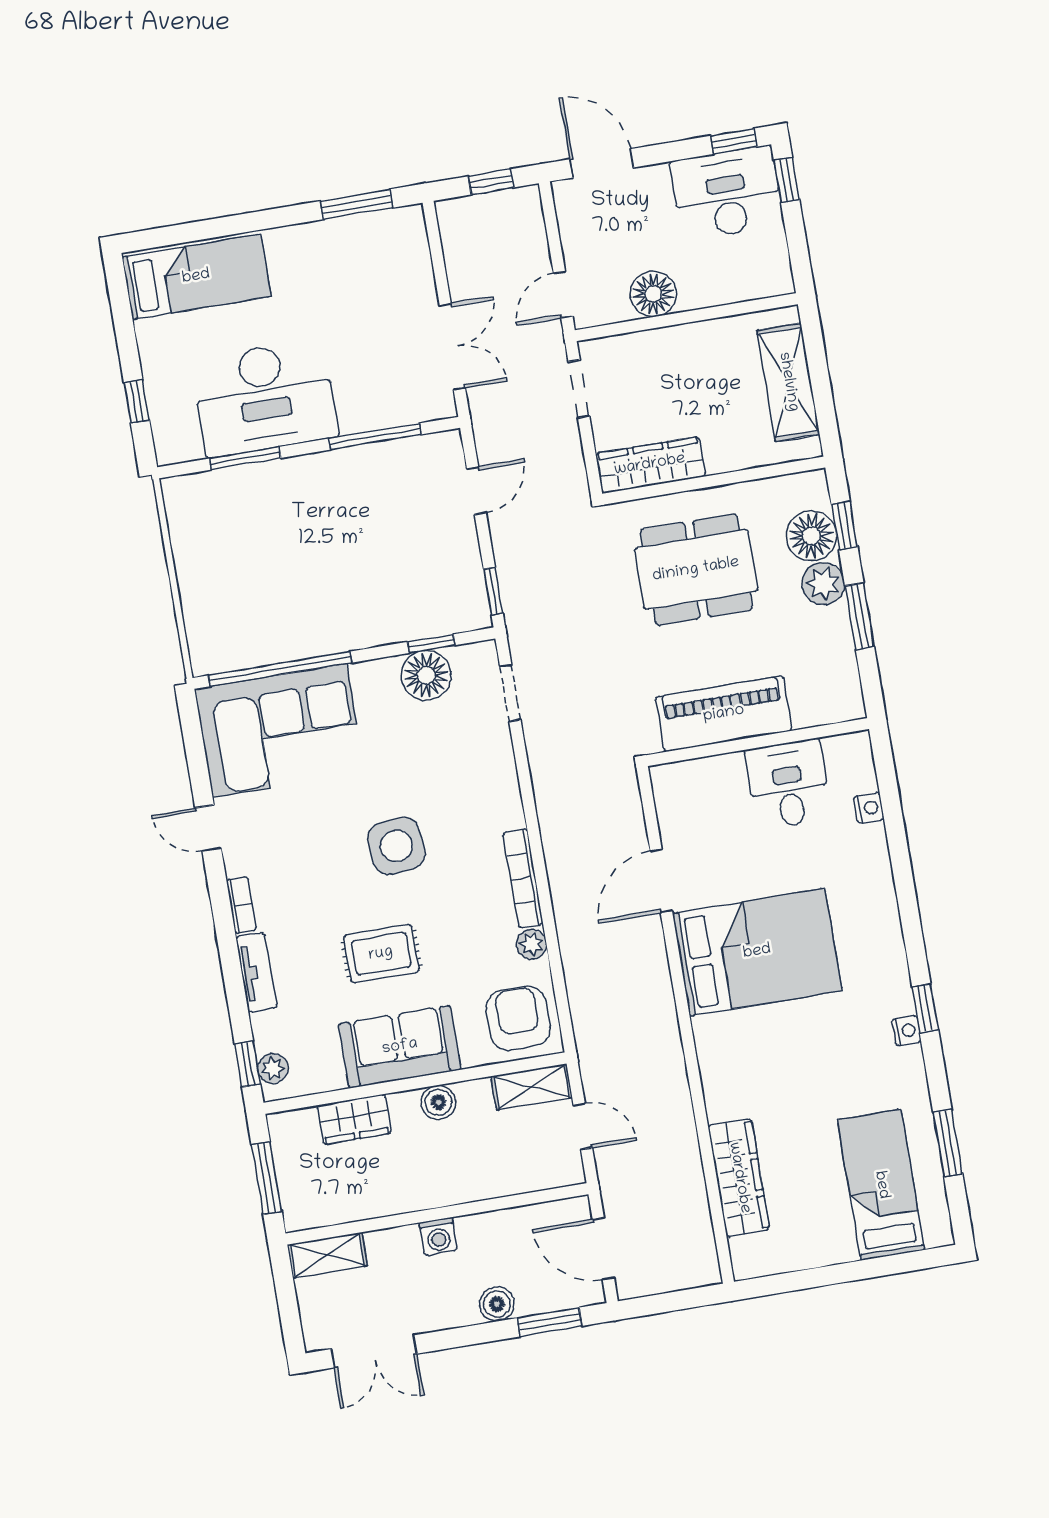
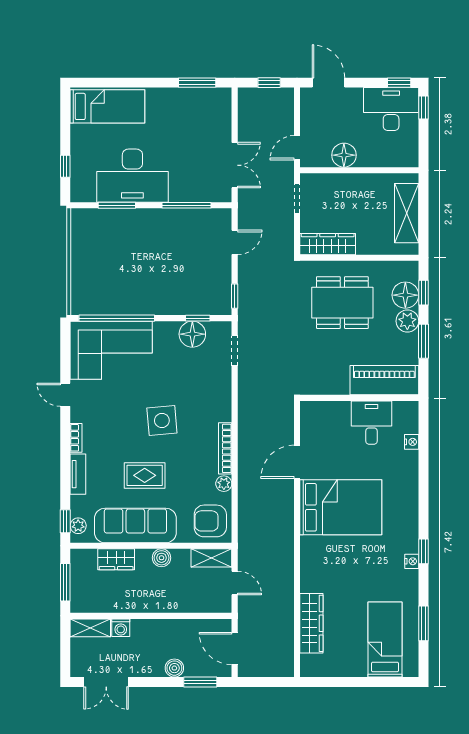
piano: (724, 714) -> (384, 380), moved
armchair: (518, 1018) -> (210, 521), turned -90
sofa: (400, 1047) -> (135, 526), width x1.36
washing machine: (438, 1236) -> (121, 628), moved

